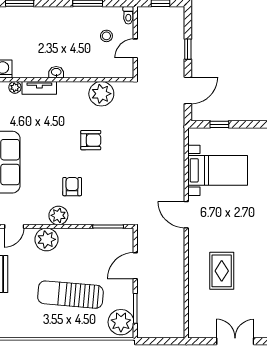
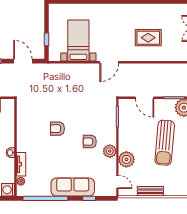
plant: (101, 94) -> (25, 121), removed
armchair: (91, 140) -> (57, 129), turned -90

